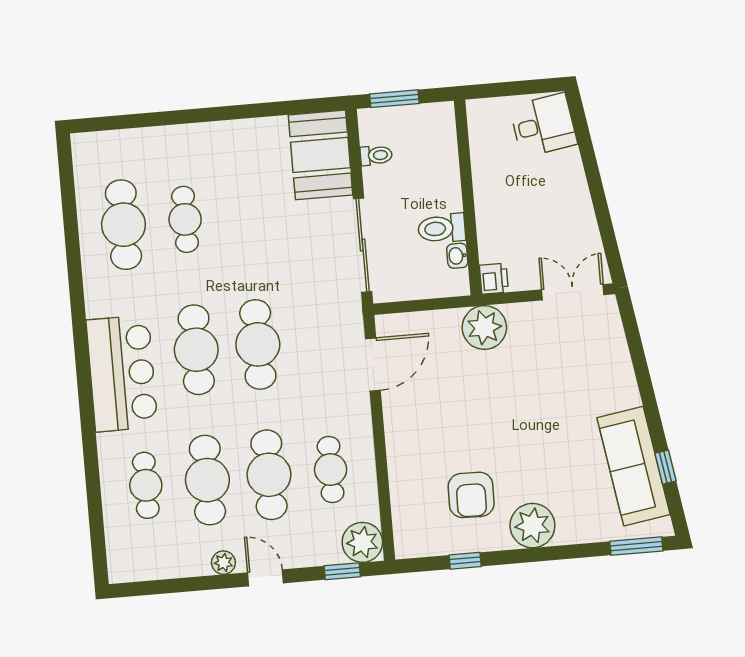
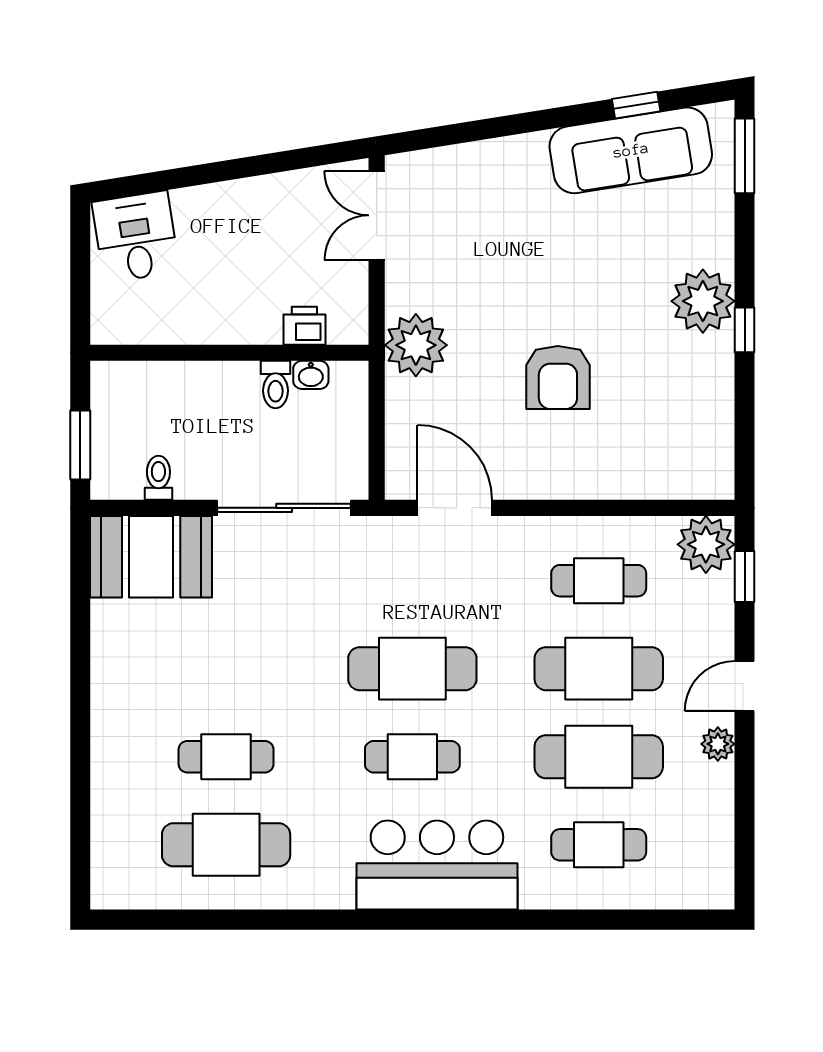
toilet: (442, 228) -> (275, 385), width x0.73, depth x0.72
printer: (494, 279) -> (304, 326), moved
cafe table: (196, 350) -> (412, 757), width x0.73, depth x0.74
armchair: (471, 495) -> (558, 377), moved, turned 89
window: (465, 561) -> (745, 330), moved

